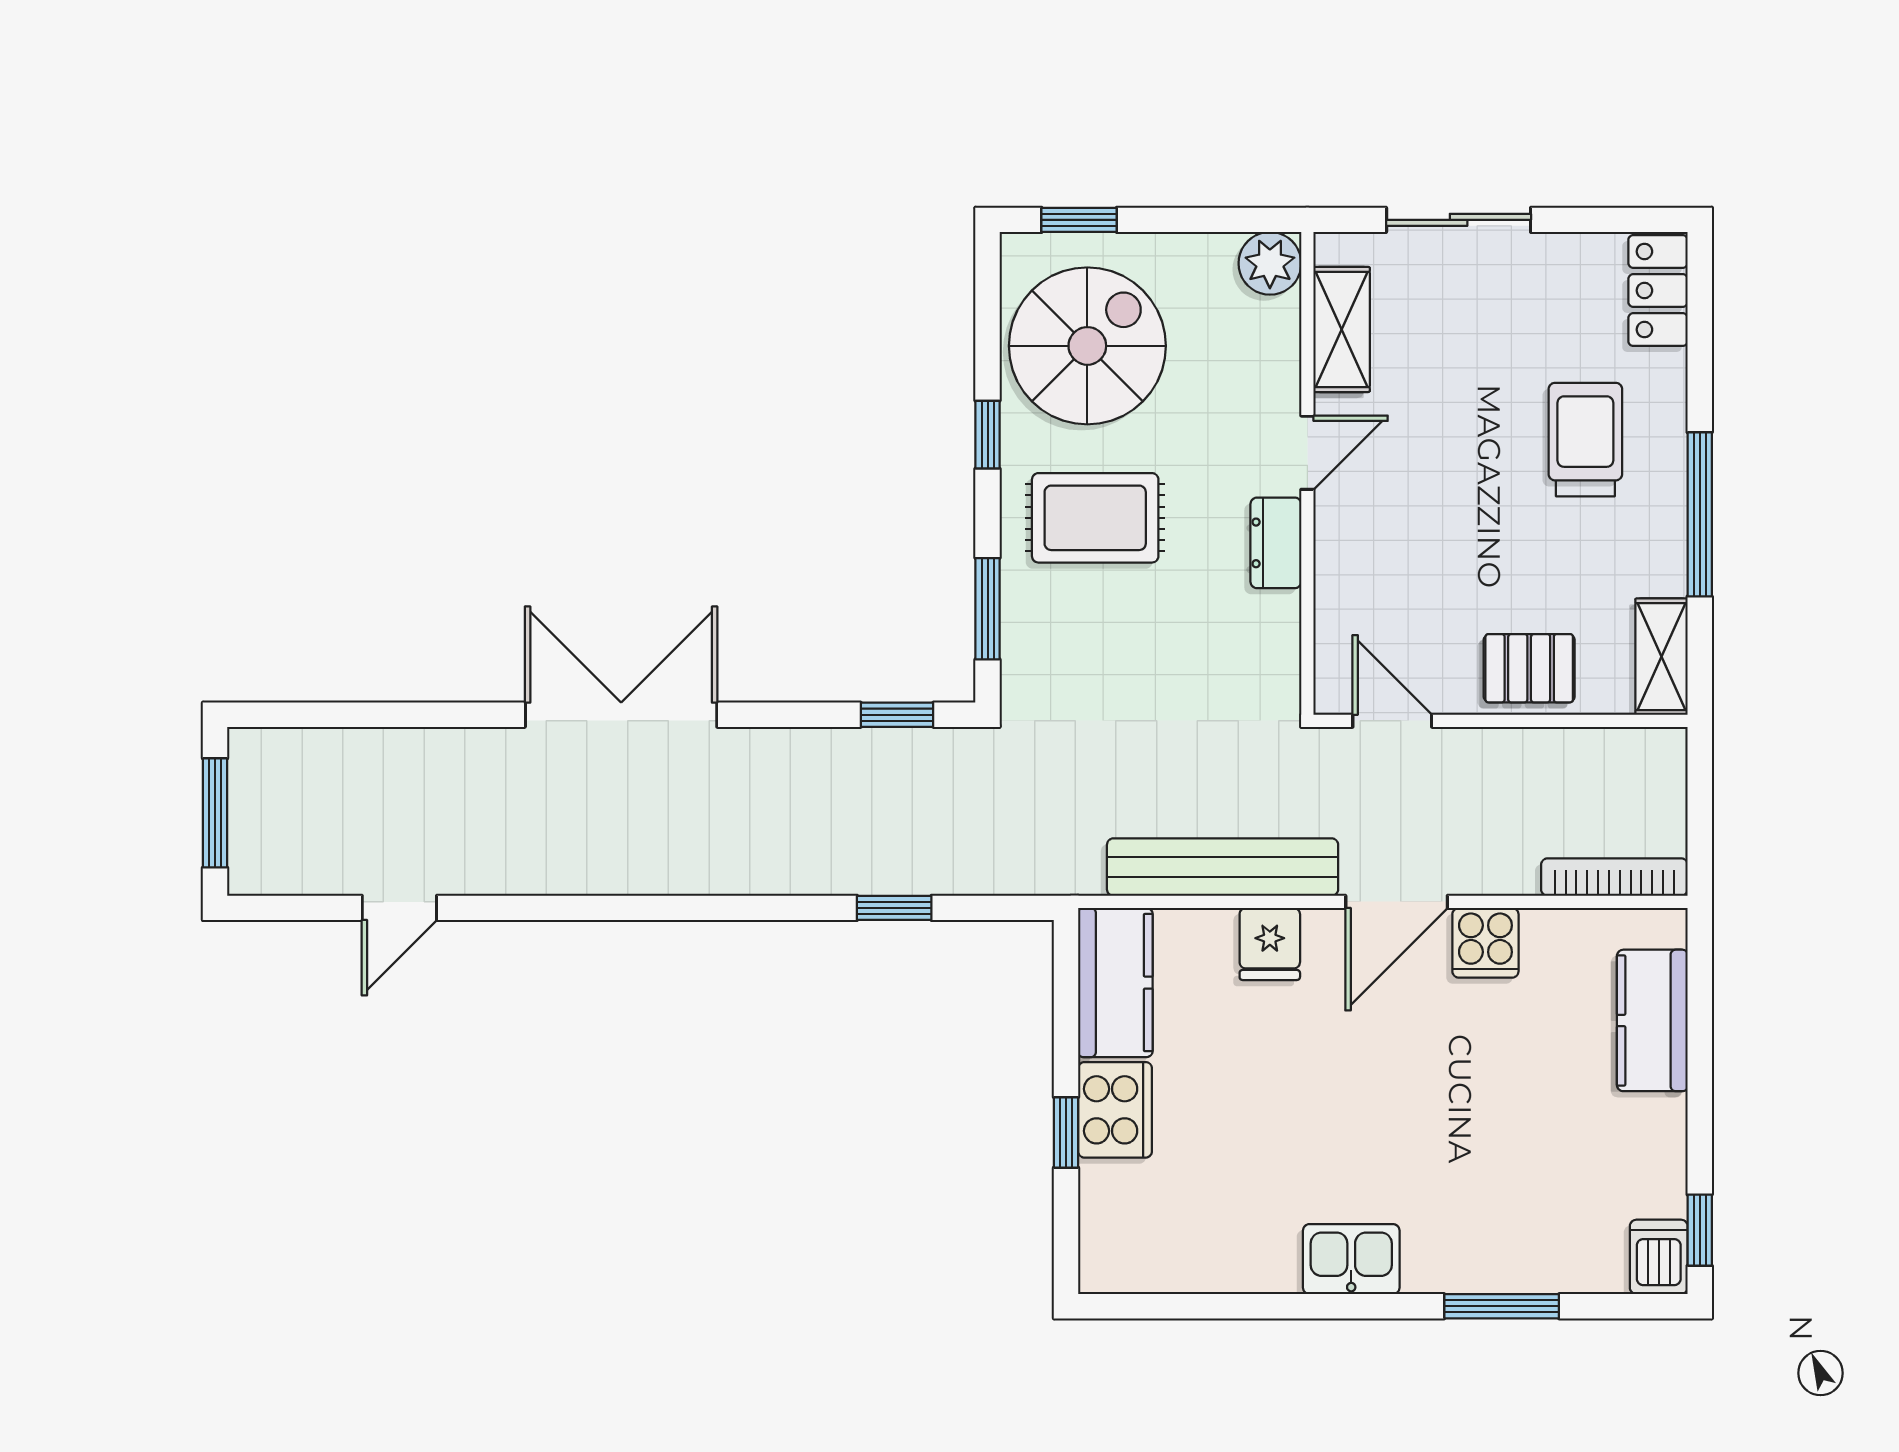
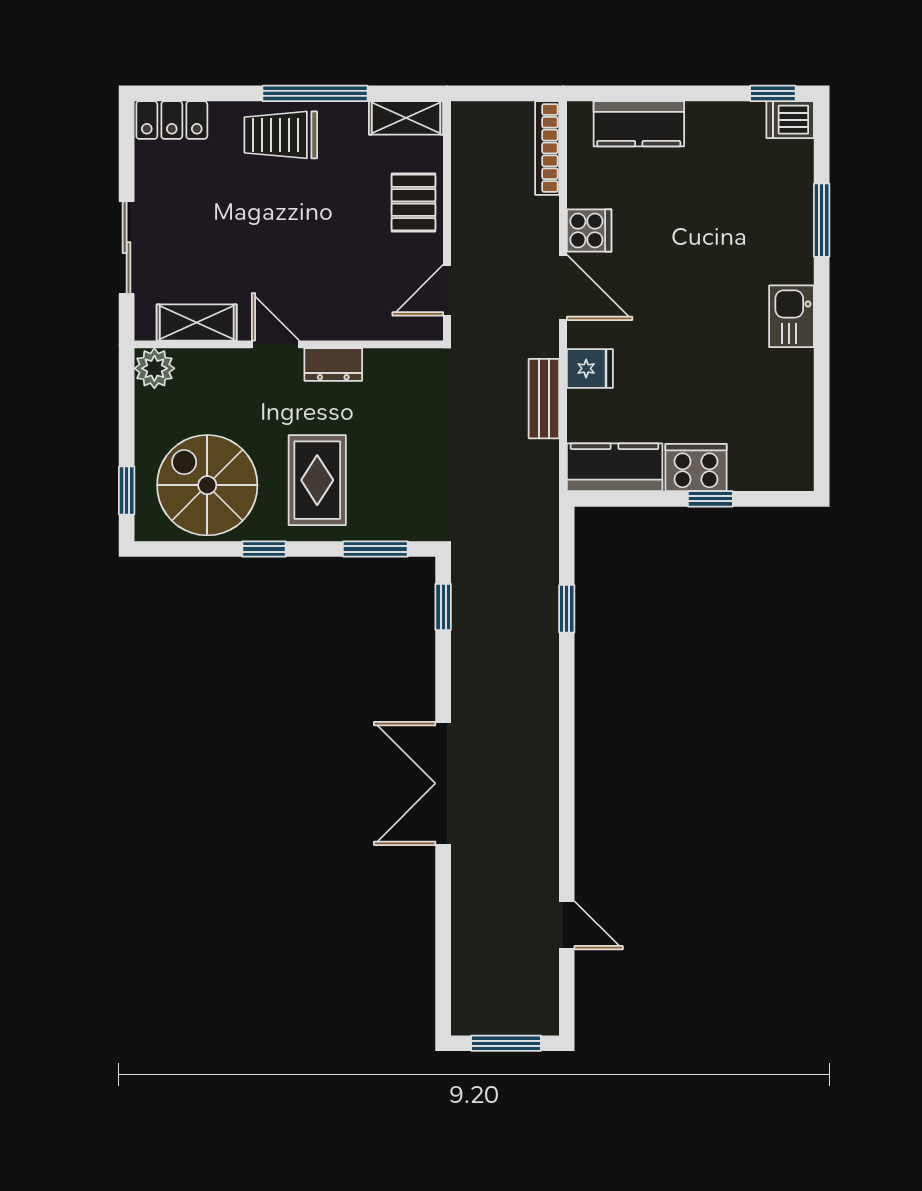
trolley: (1585, 440) -> (281, 135), moved
bench: (1223, 867) -> (544, 399), width x0.54, depth x0.82

